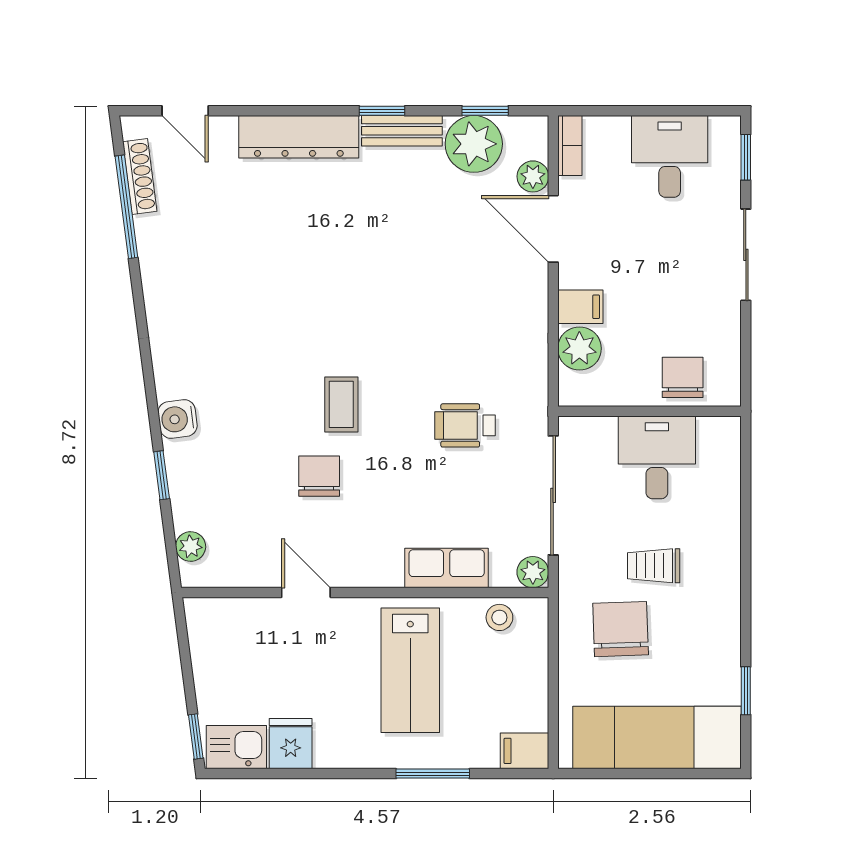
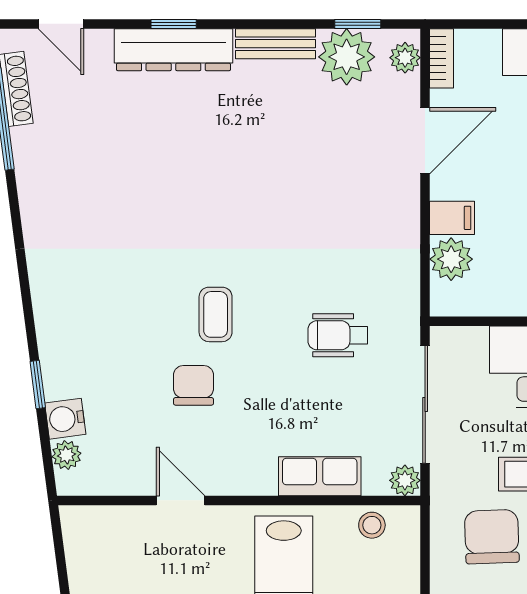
window: (382, 111) -> (174, 24), moved
plant: (533, 176) -> (405, 58), moved
door: (553, 229) -> (425, 141), swing flipped
water cooler: (178, 419) -> (65, 419), moved

